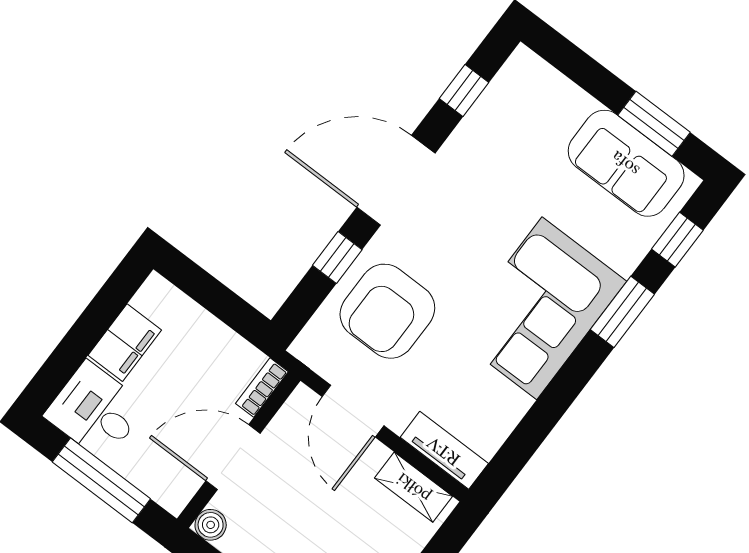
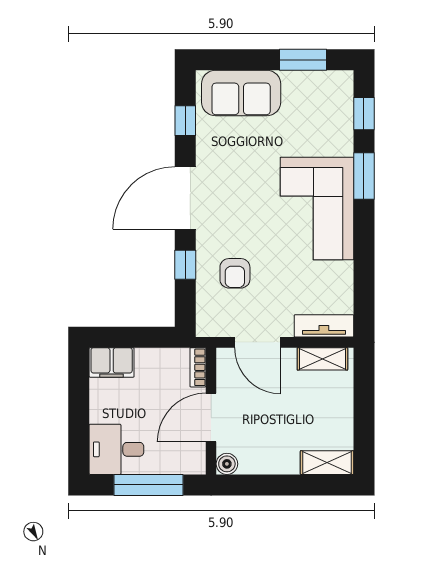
sofa: (626, 163) -> (241, 93), moved
armchair: (387, 311) -> (235, 273), width x0.53, depth x0.53
filing cabinet: (125, 343) -> (112, 362), moved, turned 90

